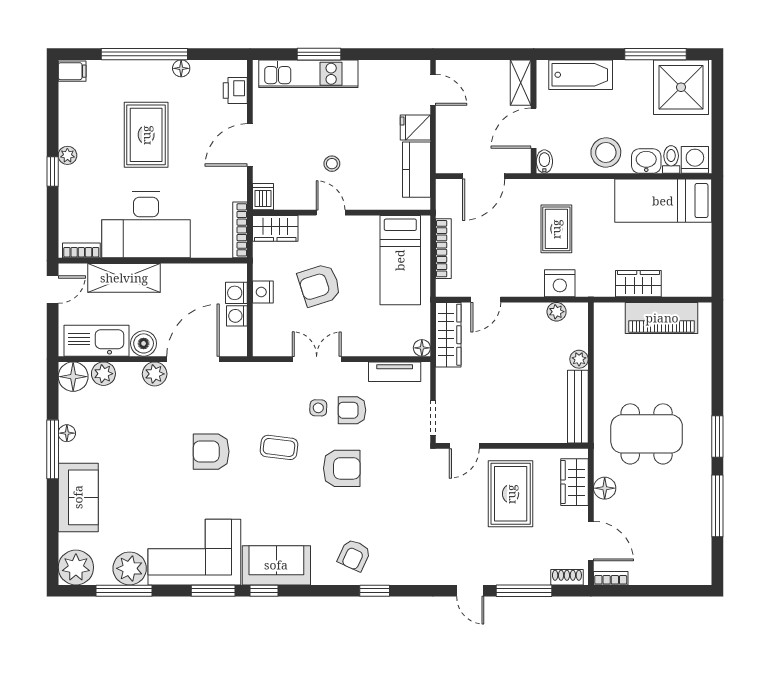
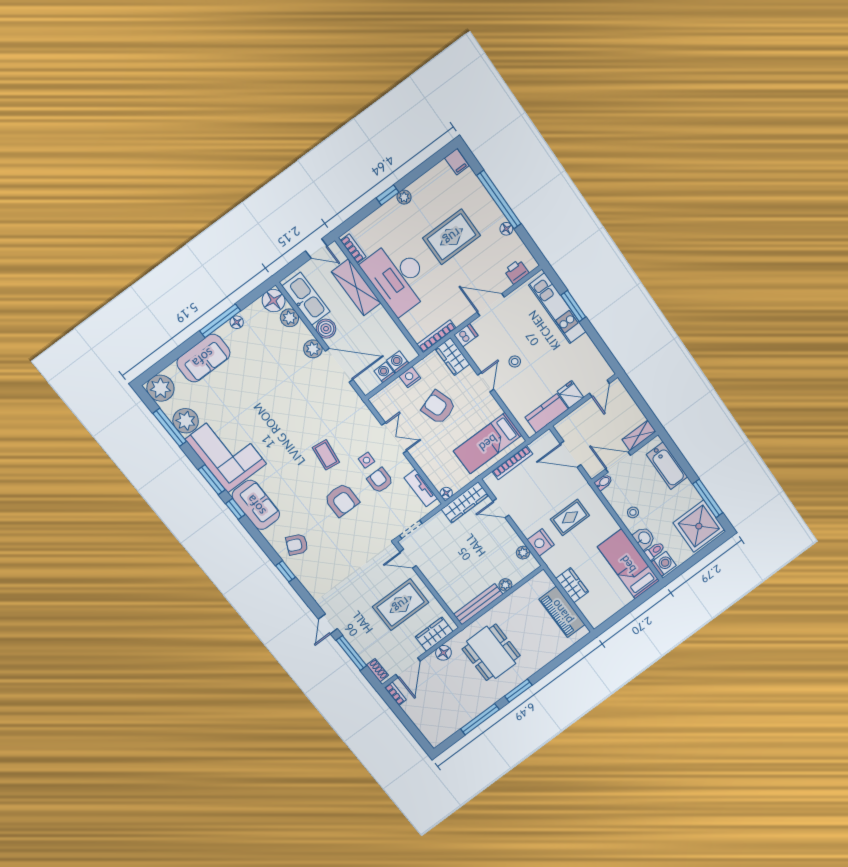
stool: (606, 152) -> (633, 512), width x0.53, depth x0.53
armchair: (211, 452) -> (293, 417), removed

